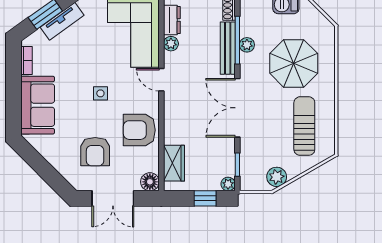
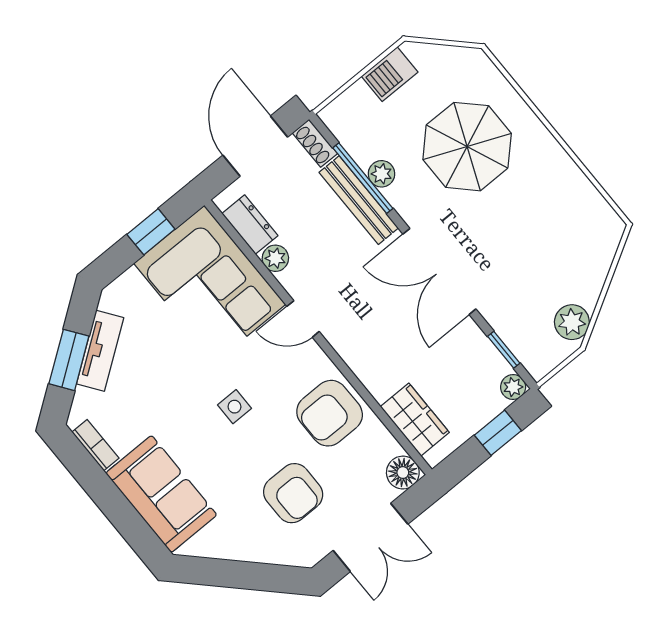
sun lounger: (304, 126) -> (553, 221), removed

